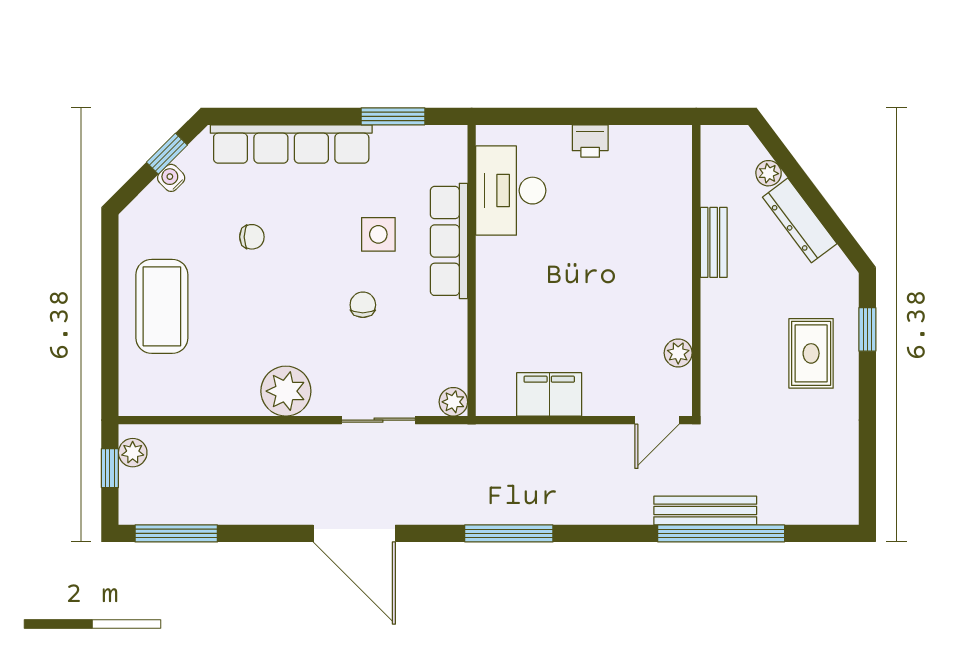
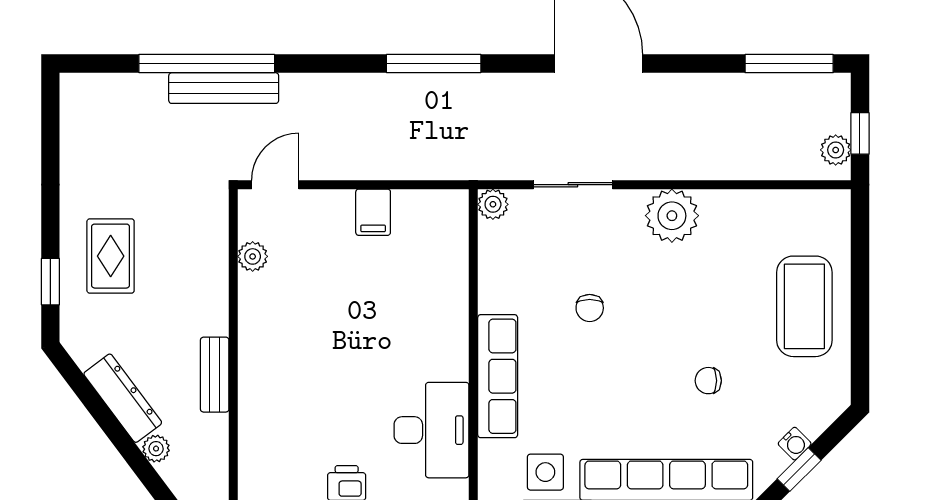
side table: (378, 234) -> (545, 472), moved
filing cabinet: (549, 394) -> (373, 212), width x0.50

